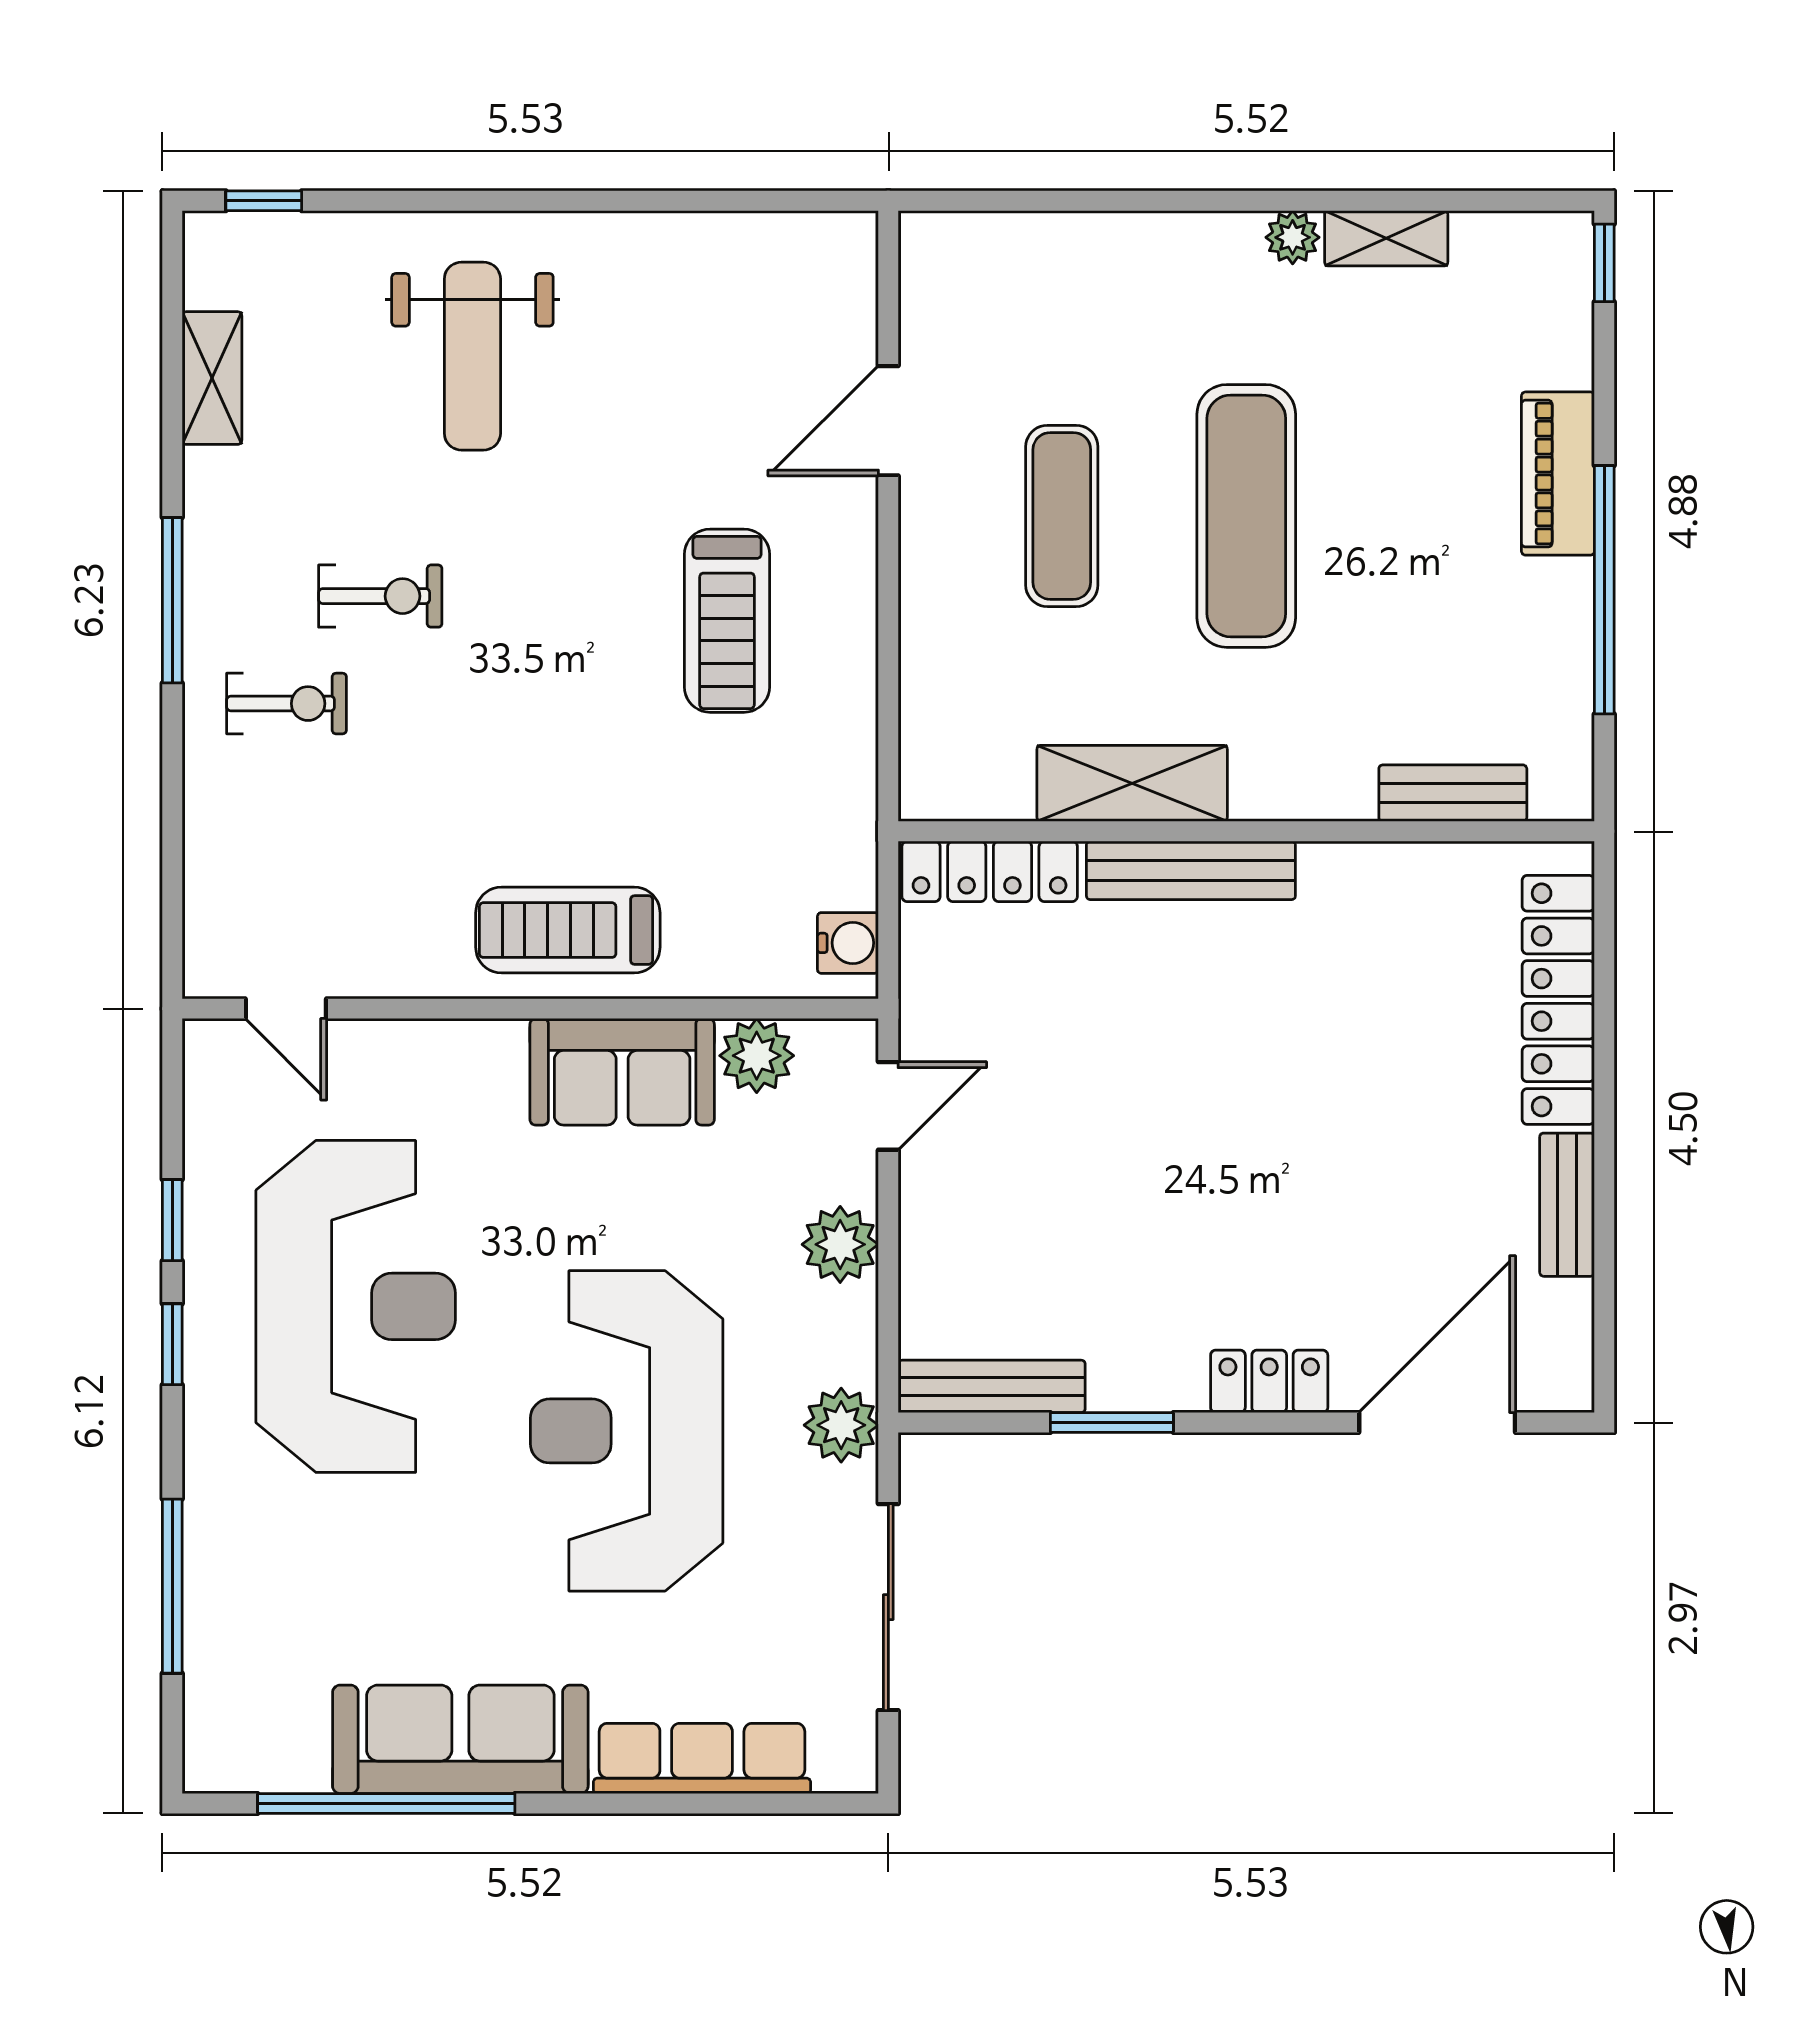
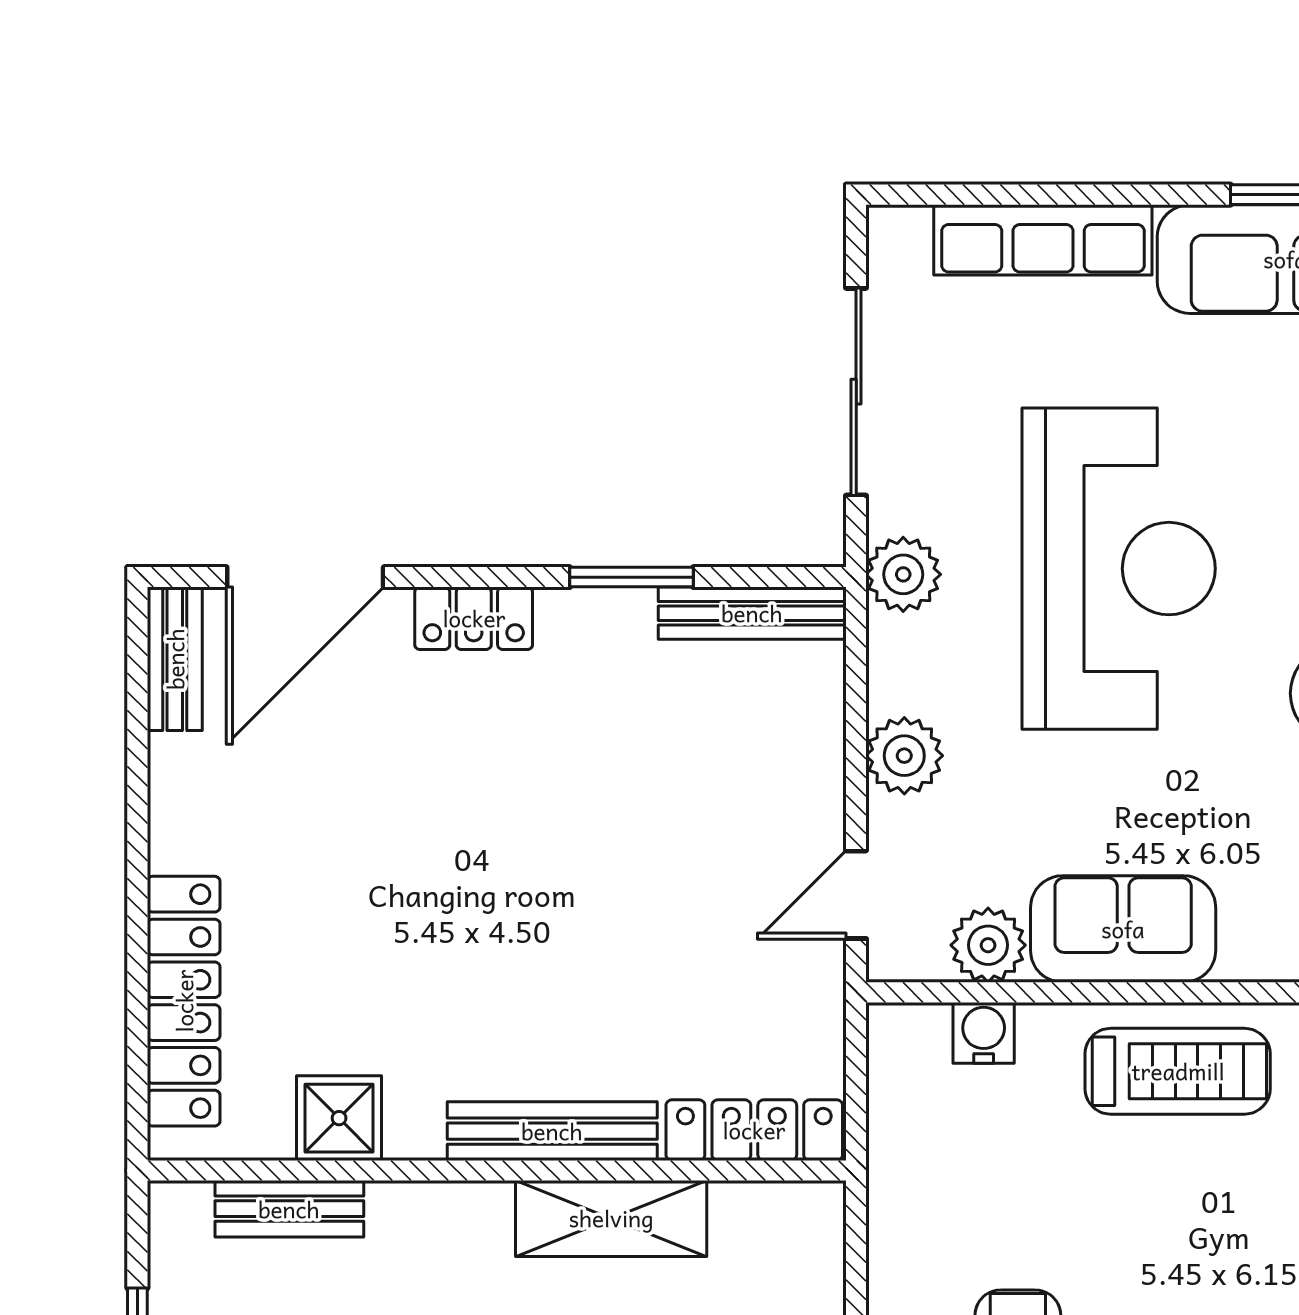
shower: (1403, 883) -> (339, 1118), added
water cooler: (848, 943) -> (984, 1033), moved, turned 90
bench: (1567, 1205) -> (175, 659), moved

